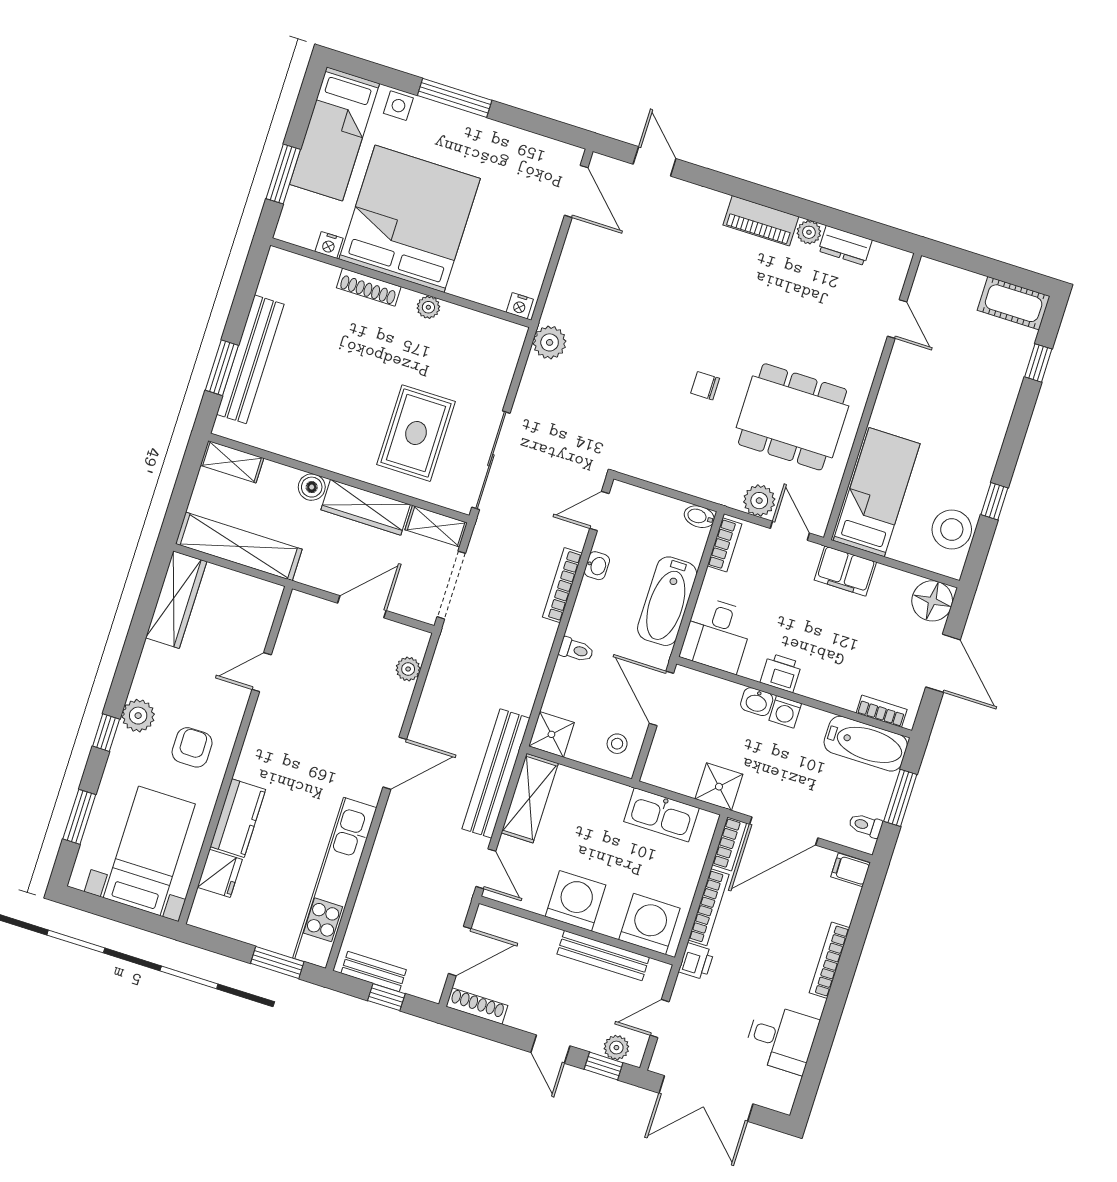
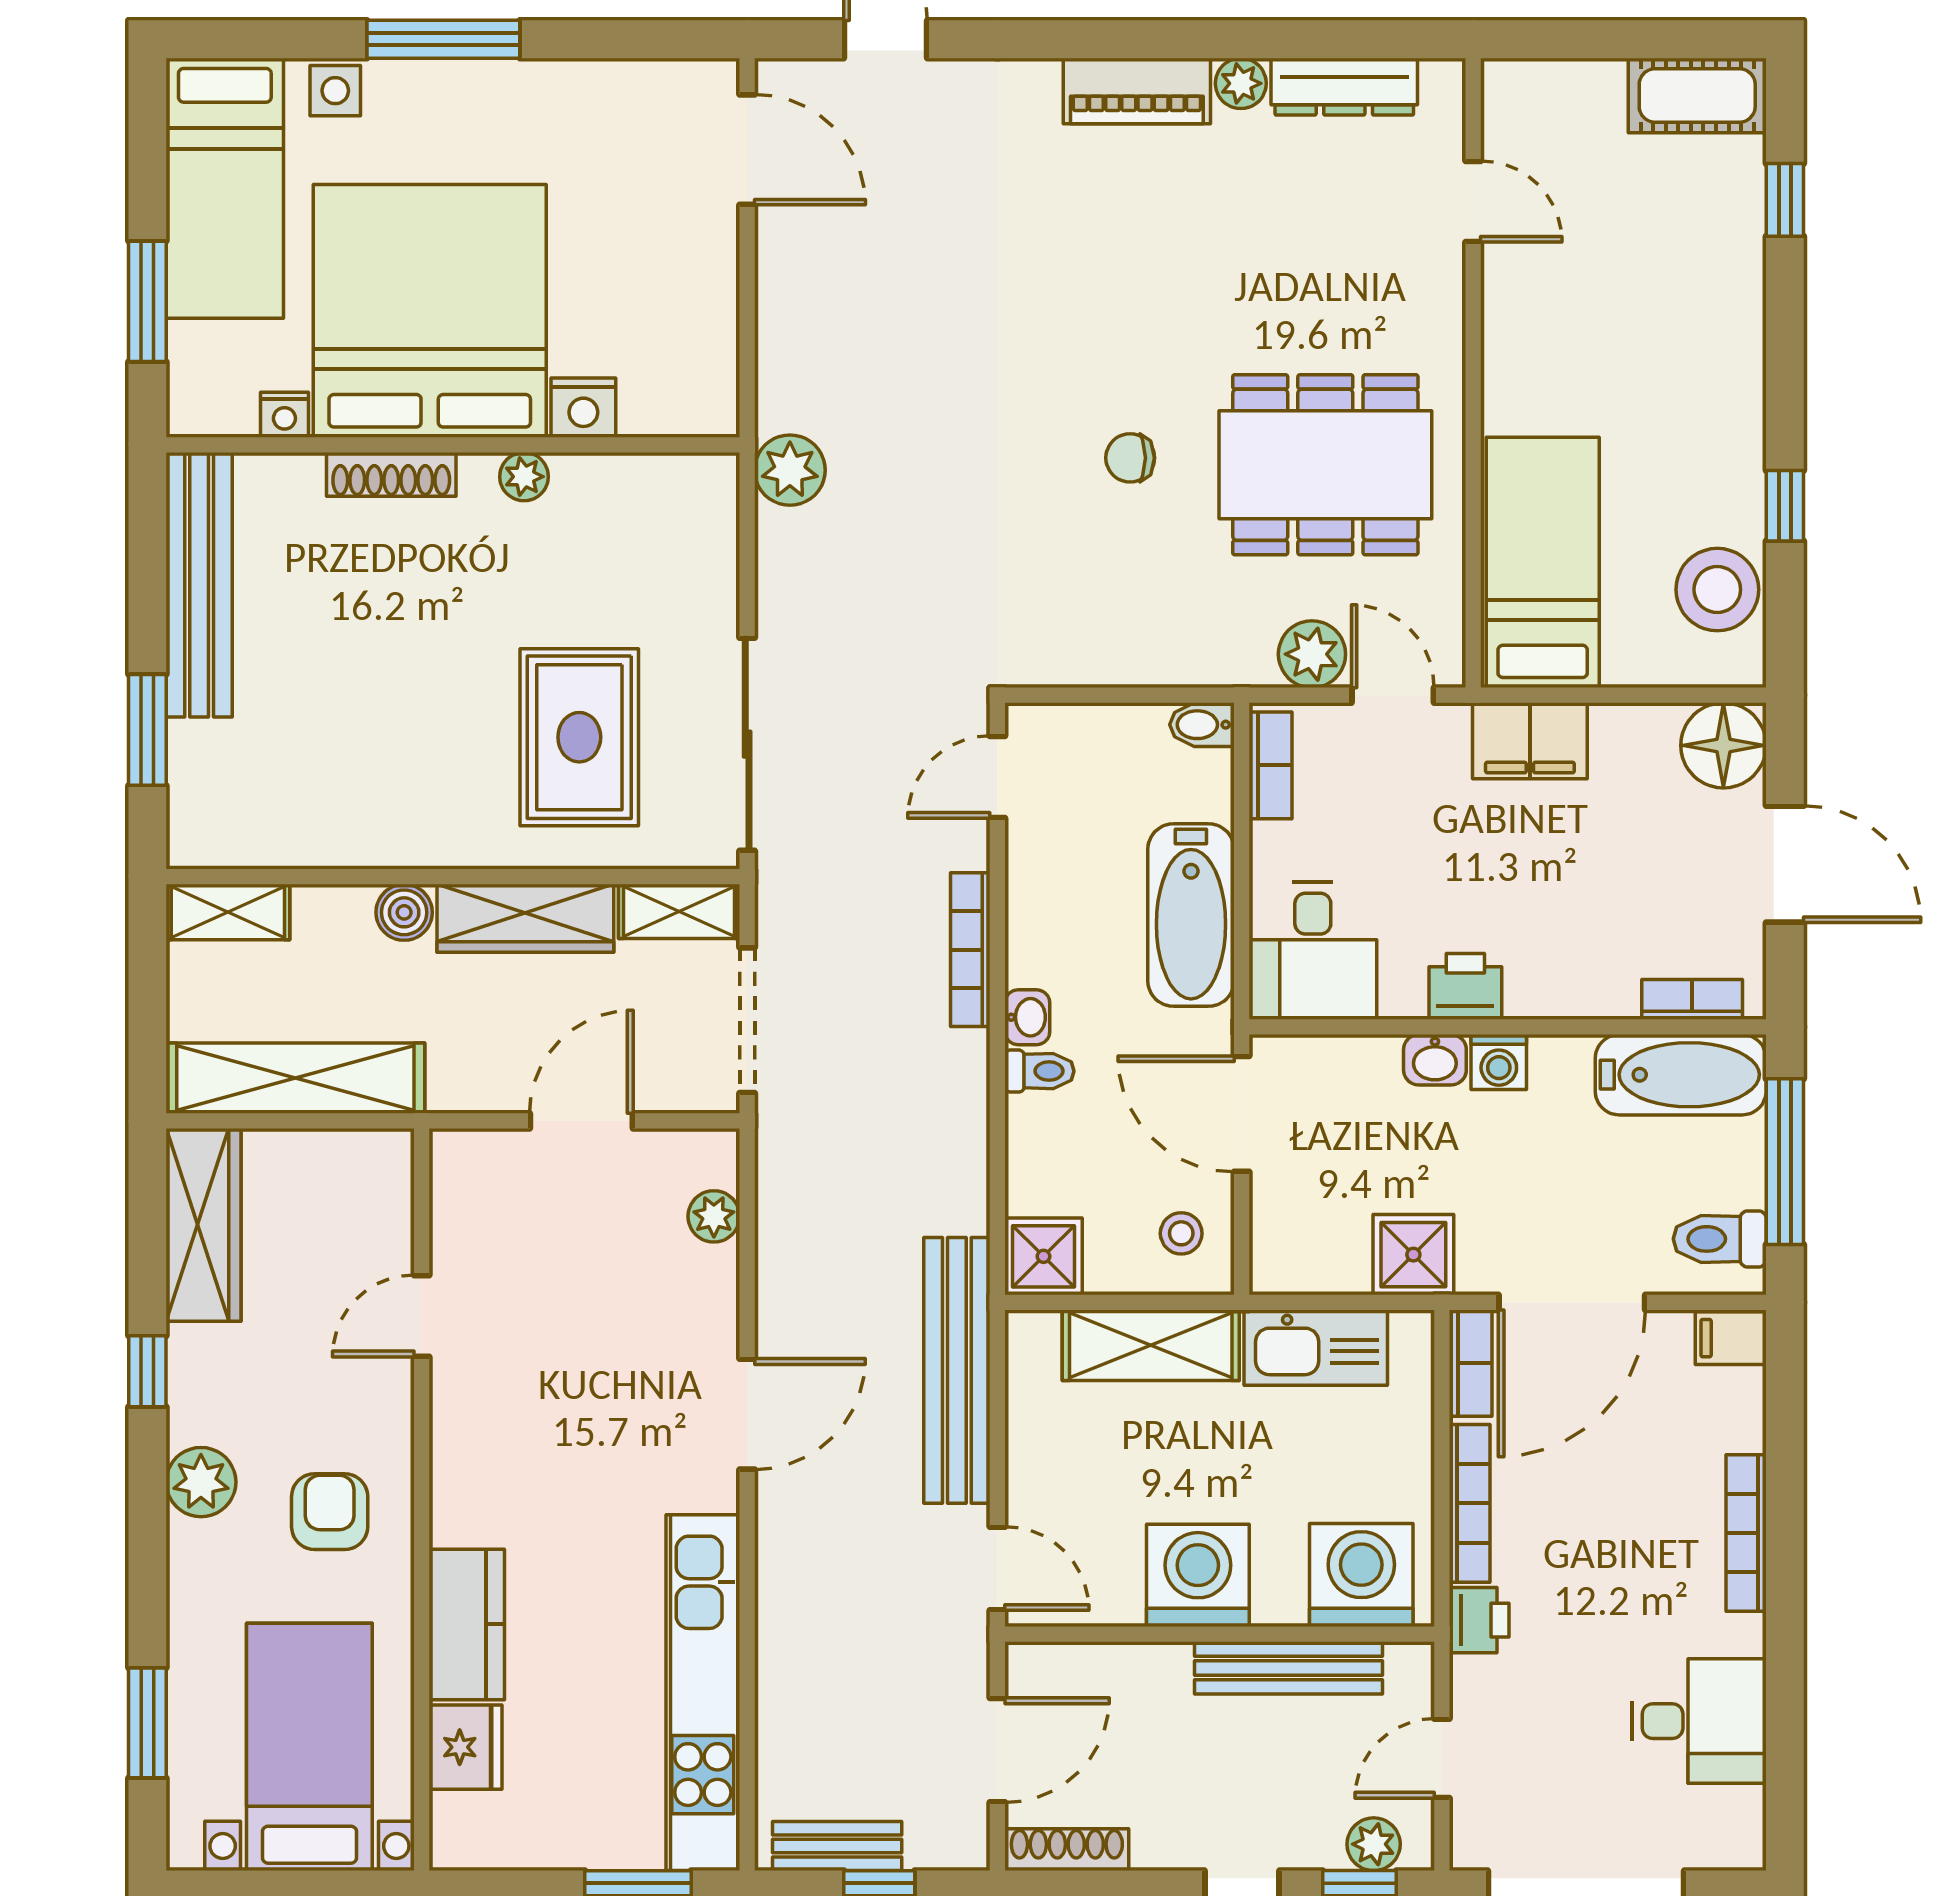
dresser: (845, 245) -> (1344, 87), width x1.44
nightstand: (520, 306) -> (583, 408), moved, width x1.39, depth x1.35
bench: (250, 359) -> (199, 585), moved
washbasin: (597, 566) -> (1027, 1017), moved
window: (106, 733) -> (147, 1371), moved
shelving: (530, 798) -> (1151, 1345), moved, turned 90
window: (900, 798) -> (1785, 1162), width x1.44
toilet: (866, 825) -> (1720, 1239), width x1.37, depth x1.39

